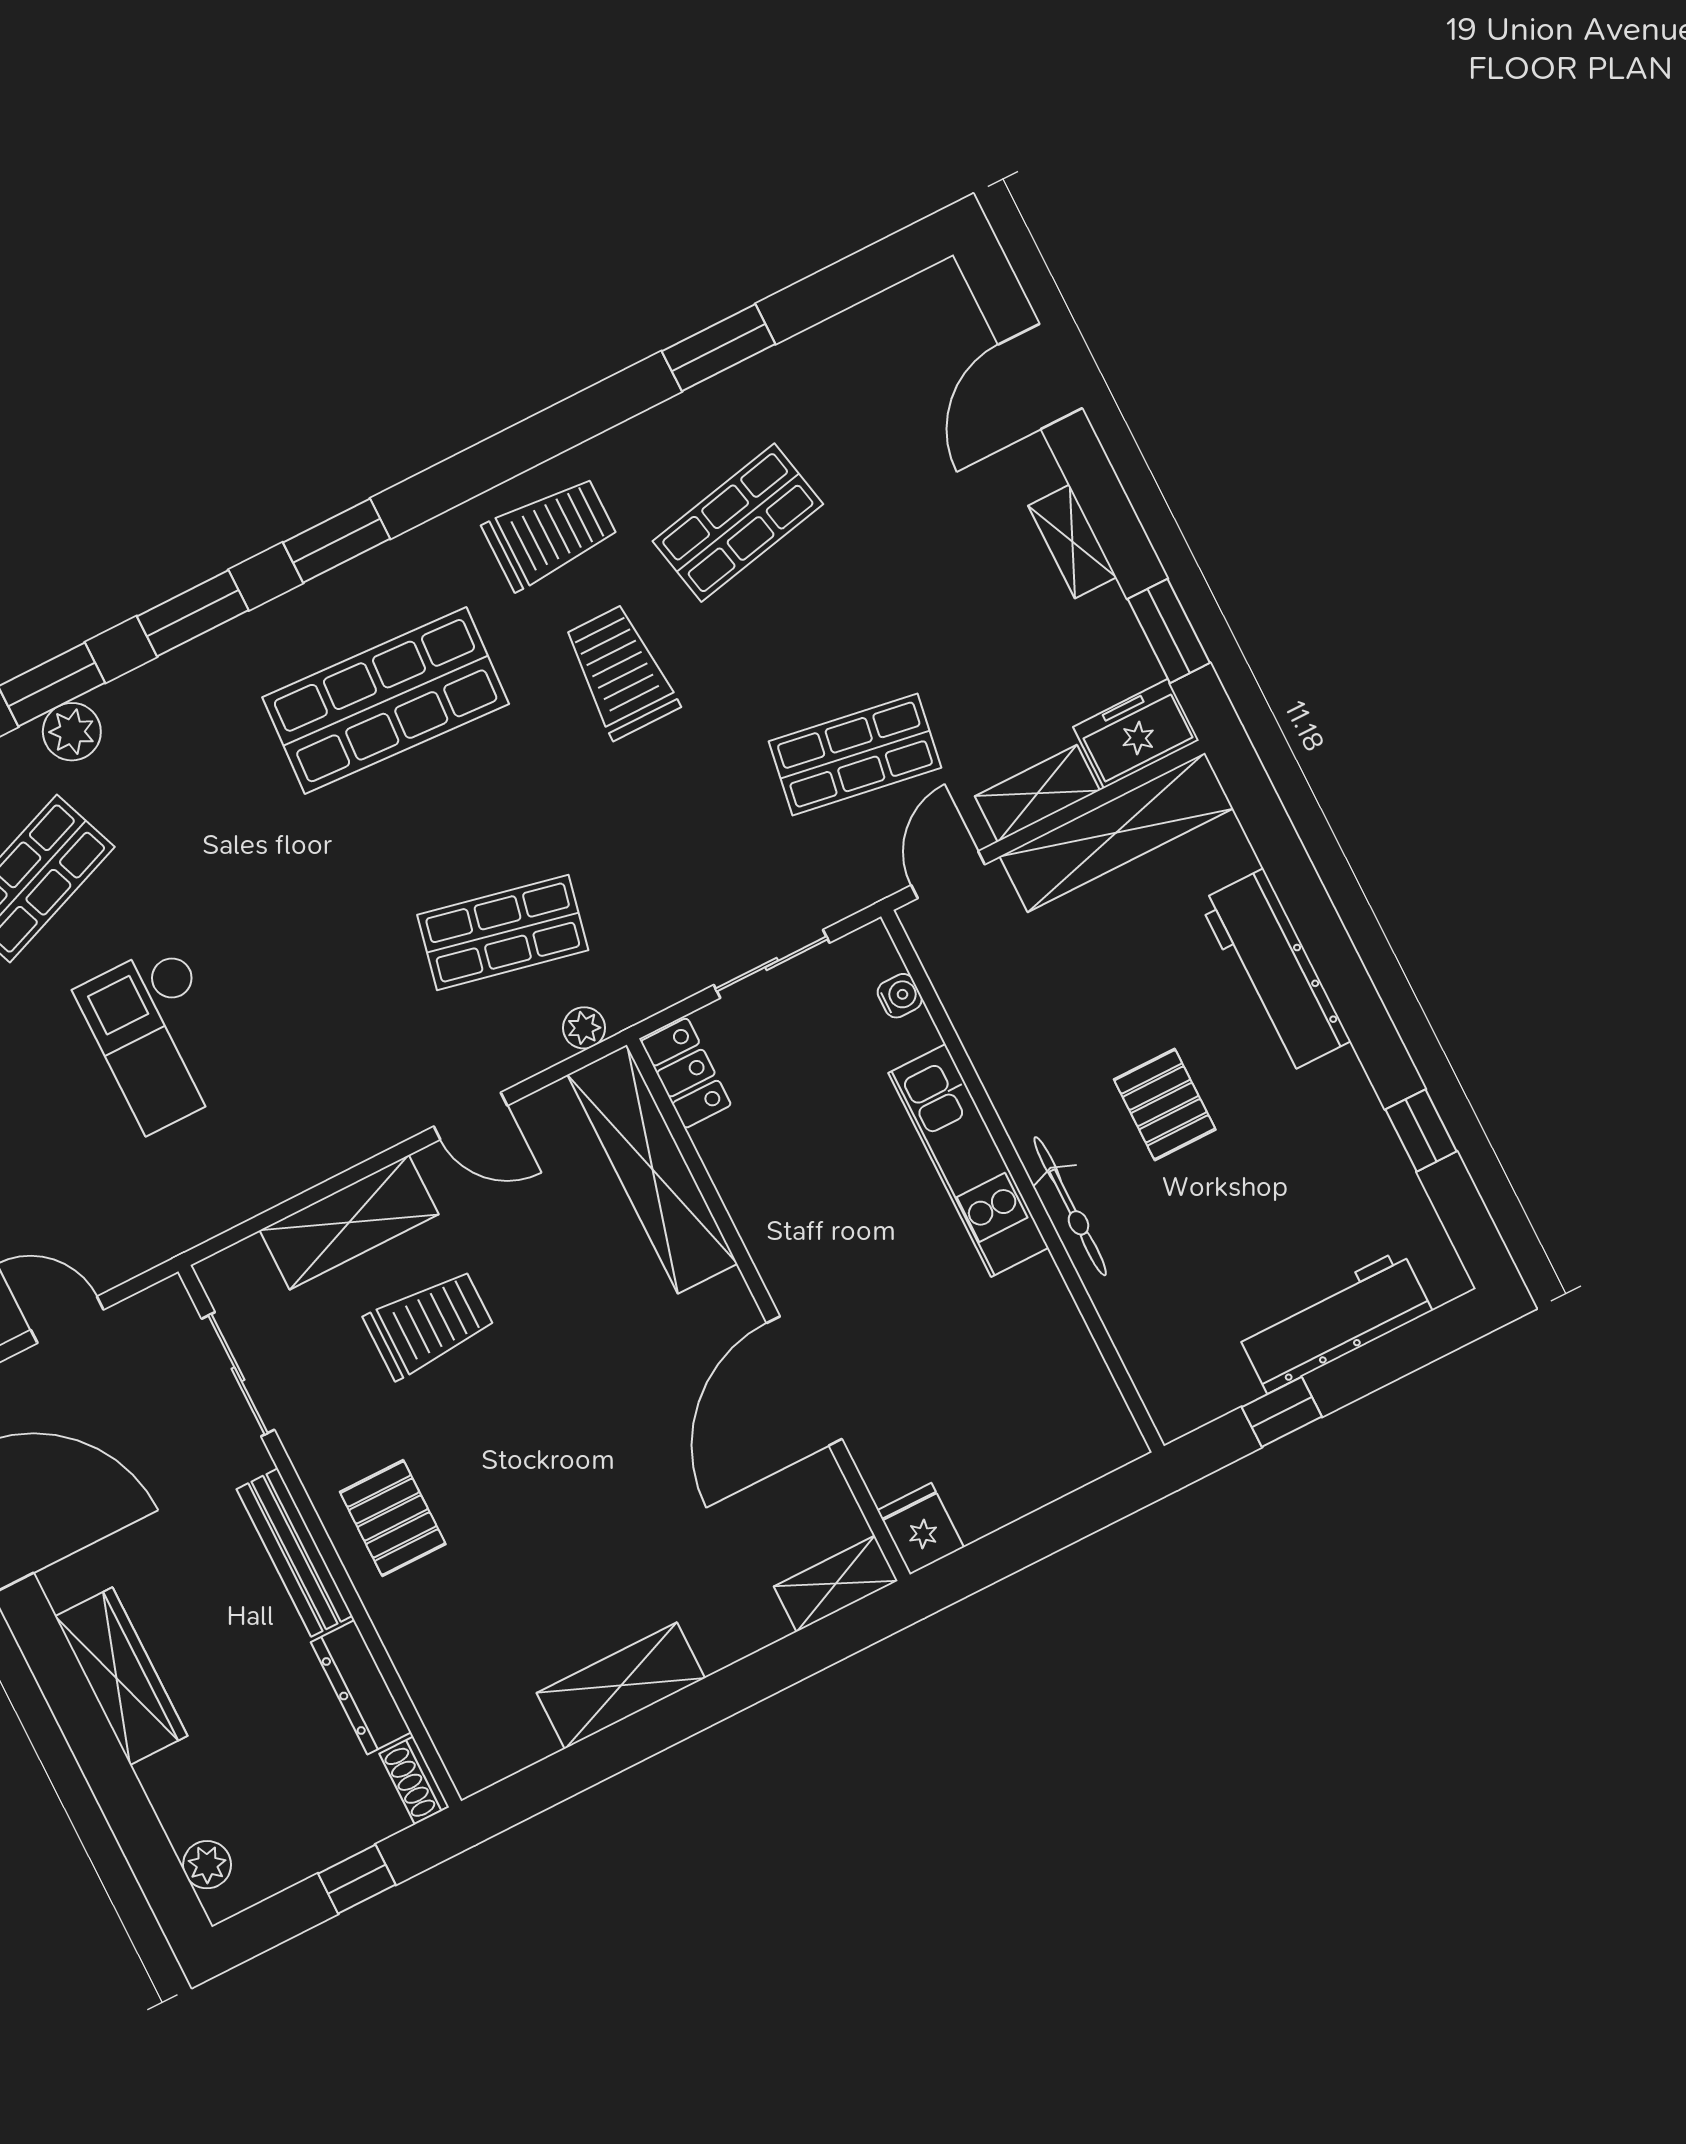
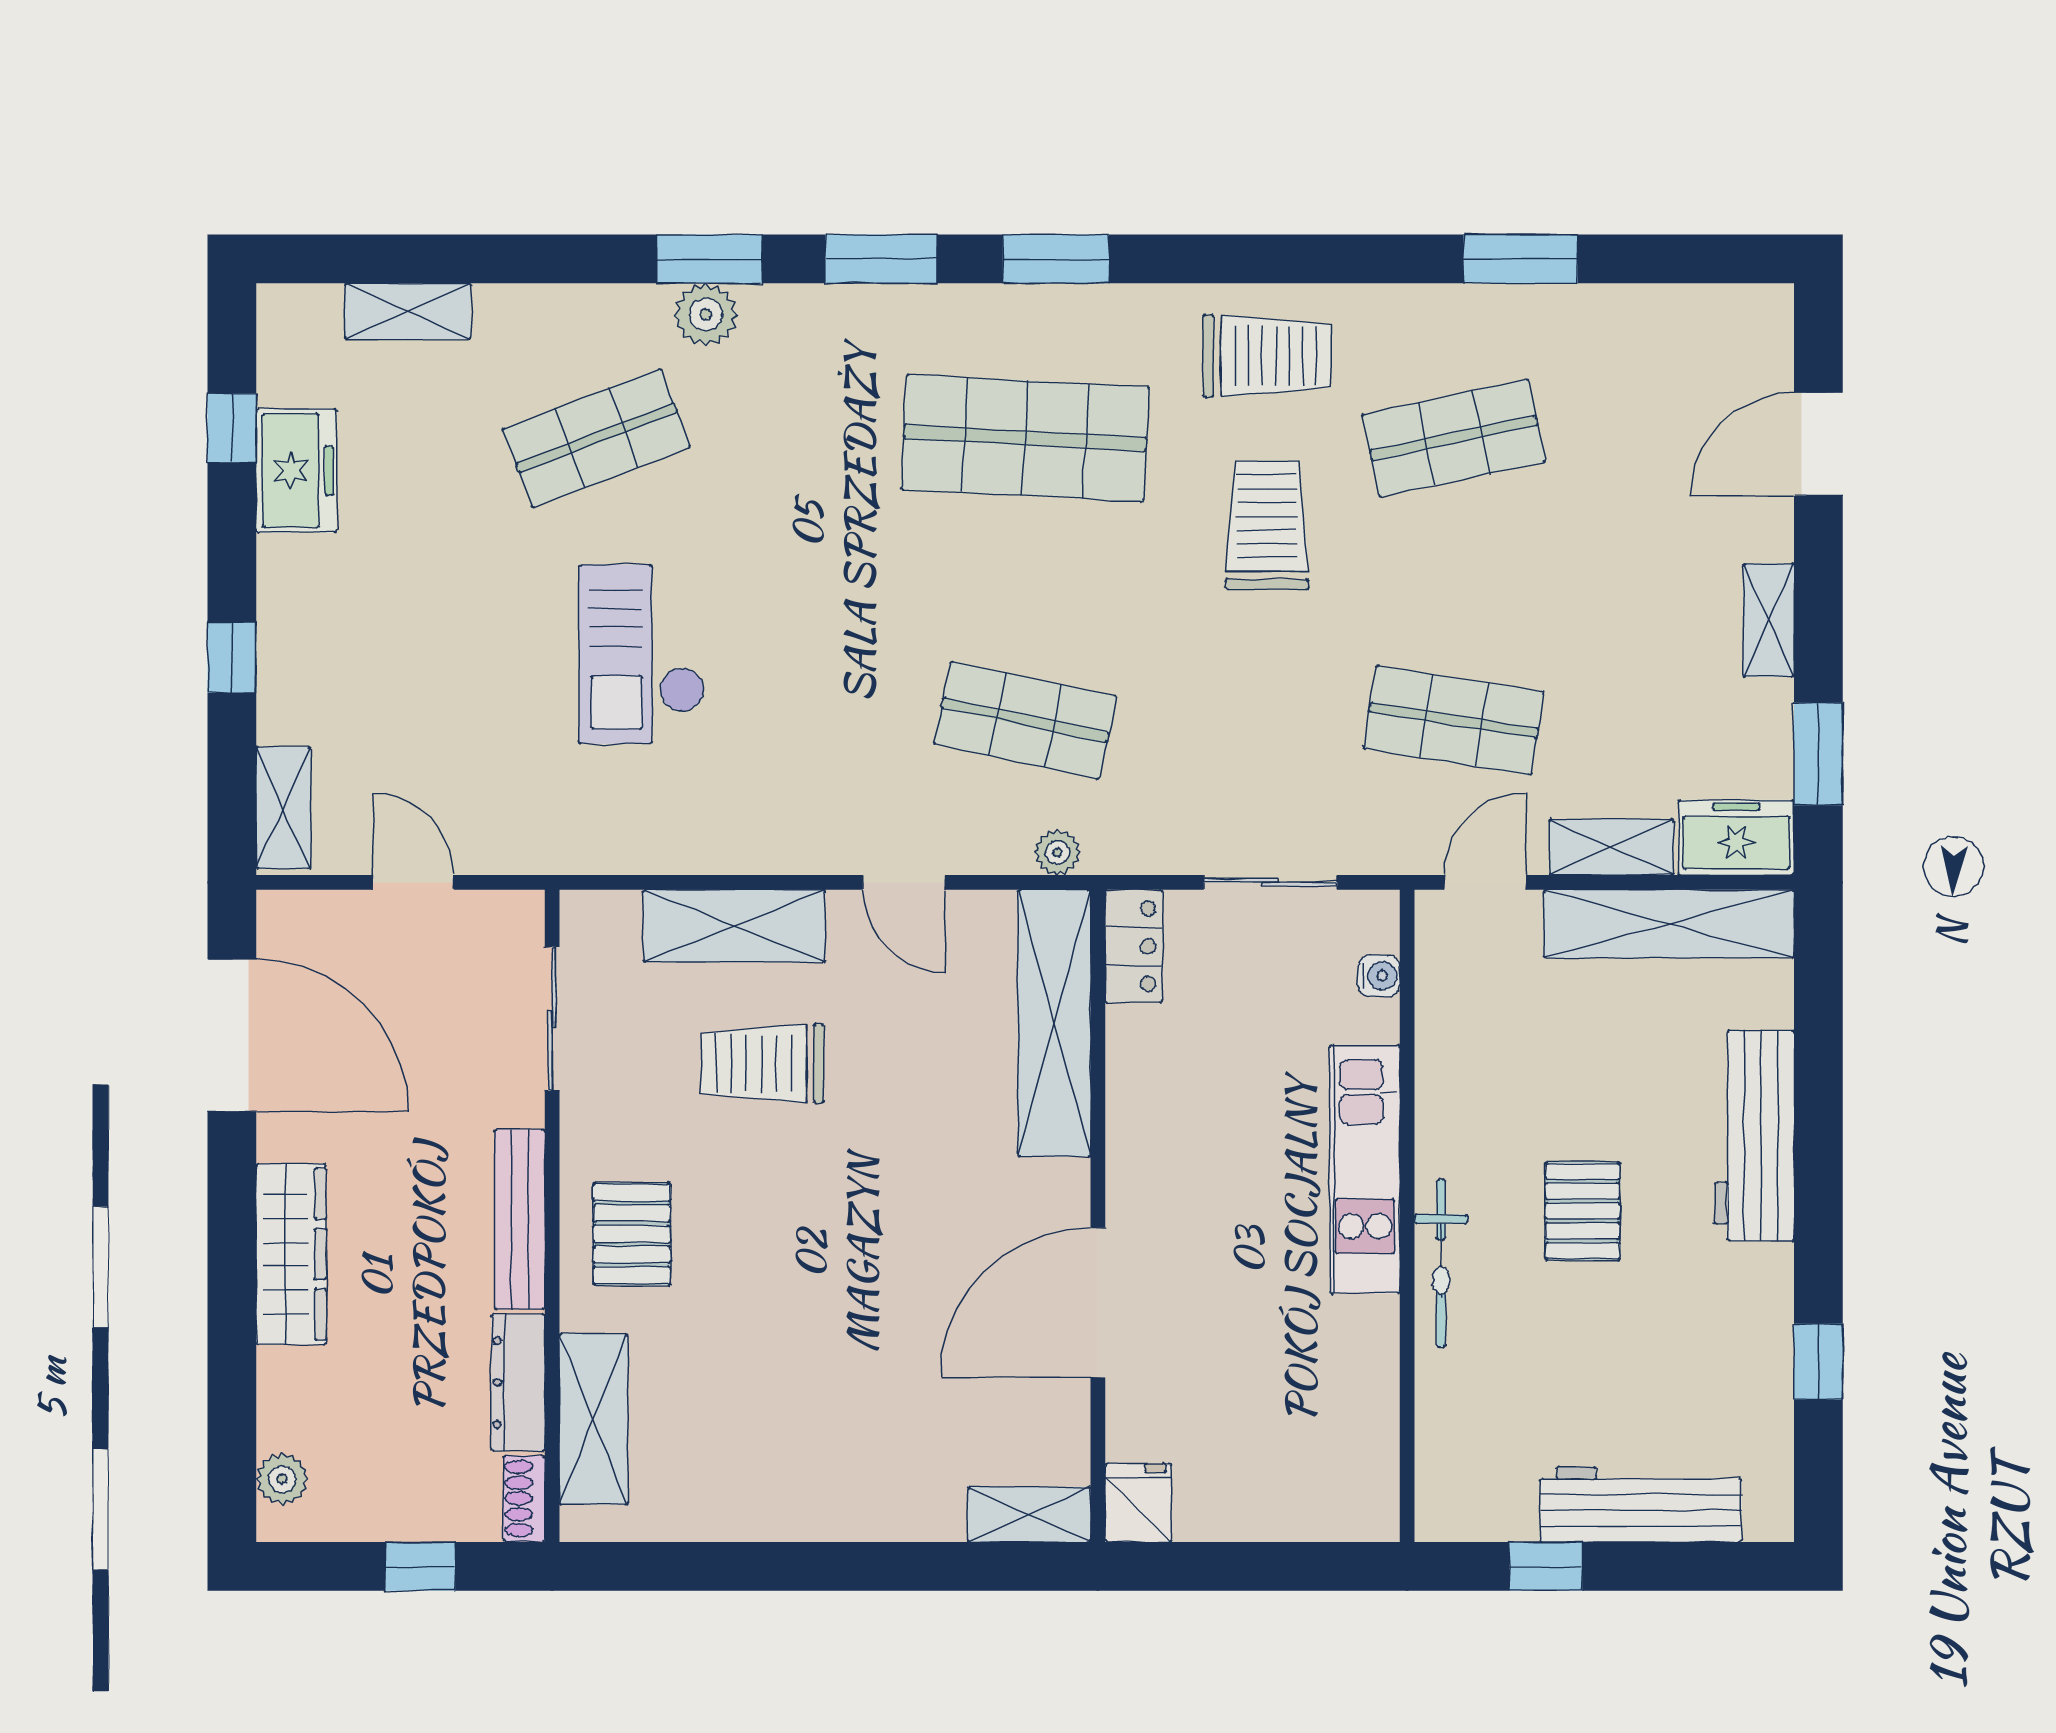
trolley: (429, 1324) -> (762, 1063), turned 180
shelving: (621, 1686) -> (594, 1419), moved, turned 90

